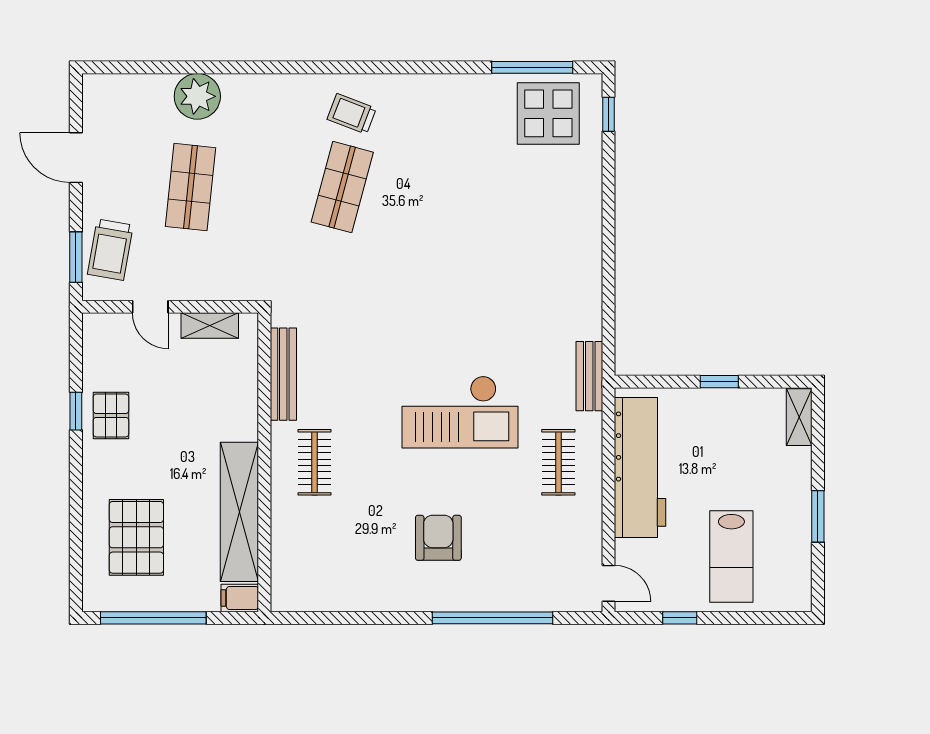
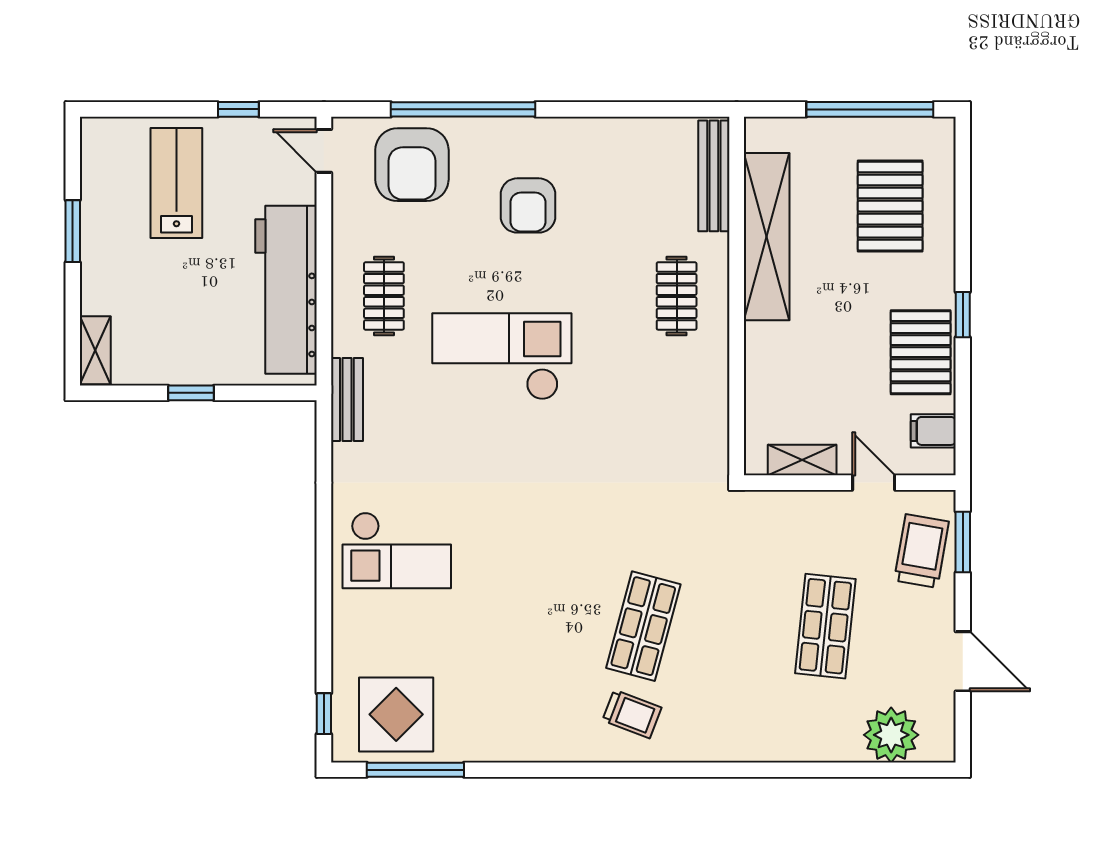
plant: (197, 96) -> (891, 735), moved
checkout: (548, 250) -> (397, 550), added
bench: (283, 374) -> (714, 176), moved
window: (76, 411) -> (963, 315), moved
pallet: (111, 415) -> (921, 352), width x1.50, depth x1.42
armchair: (535, 572) -> (412, 165), added
filing cabinet: (240, 598) -> (933, 431), moved, turned 180

